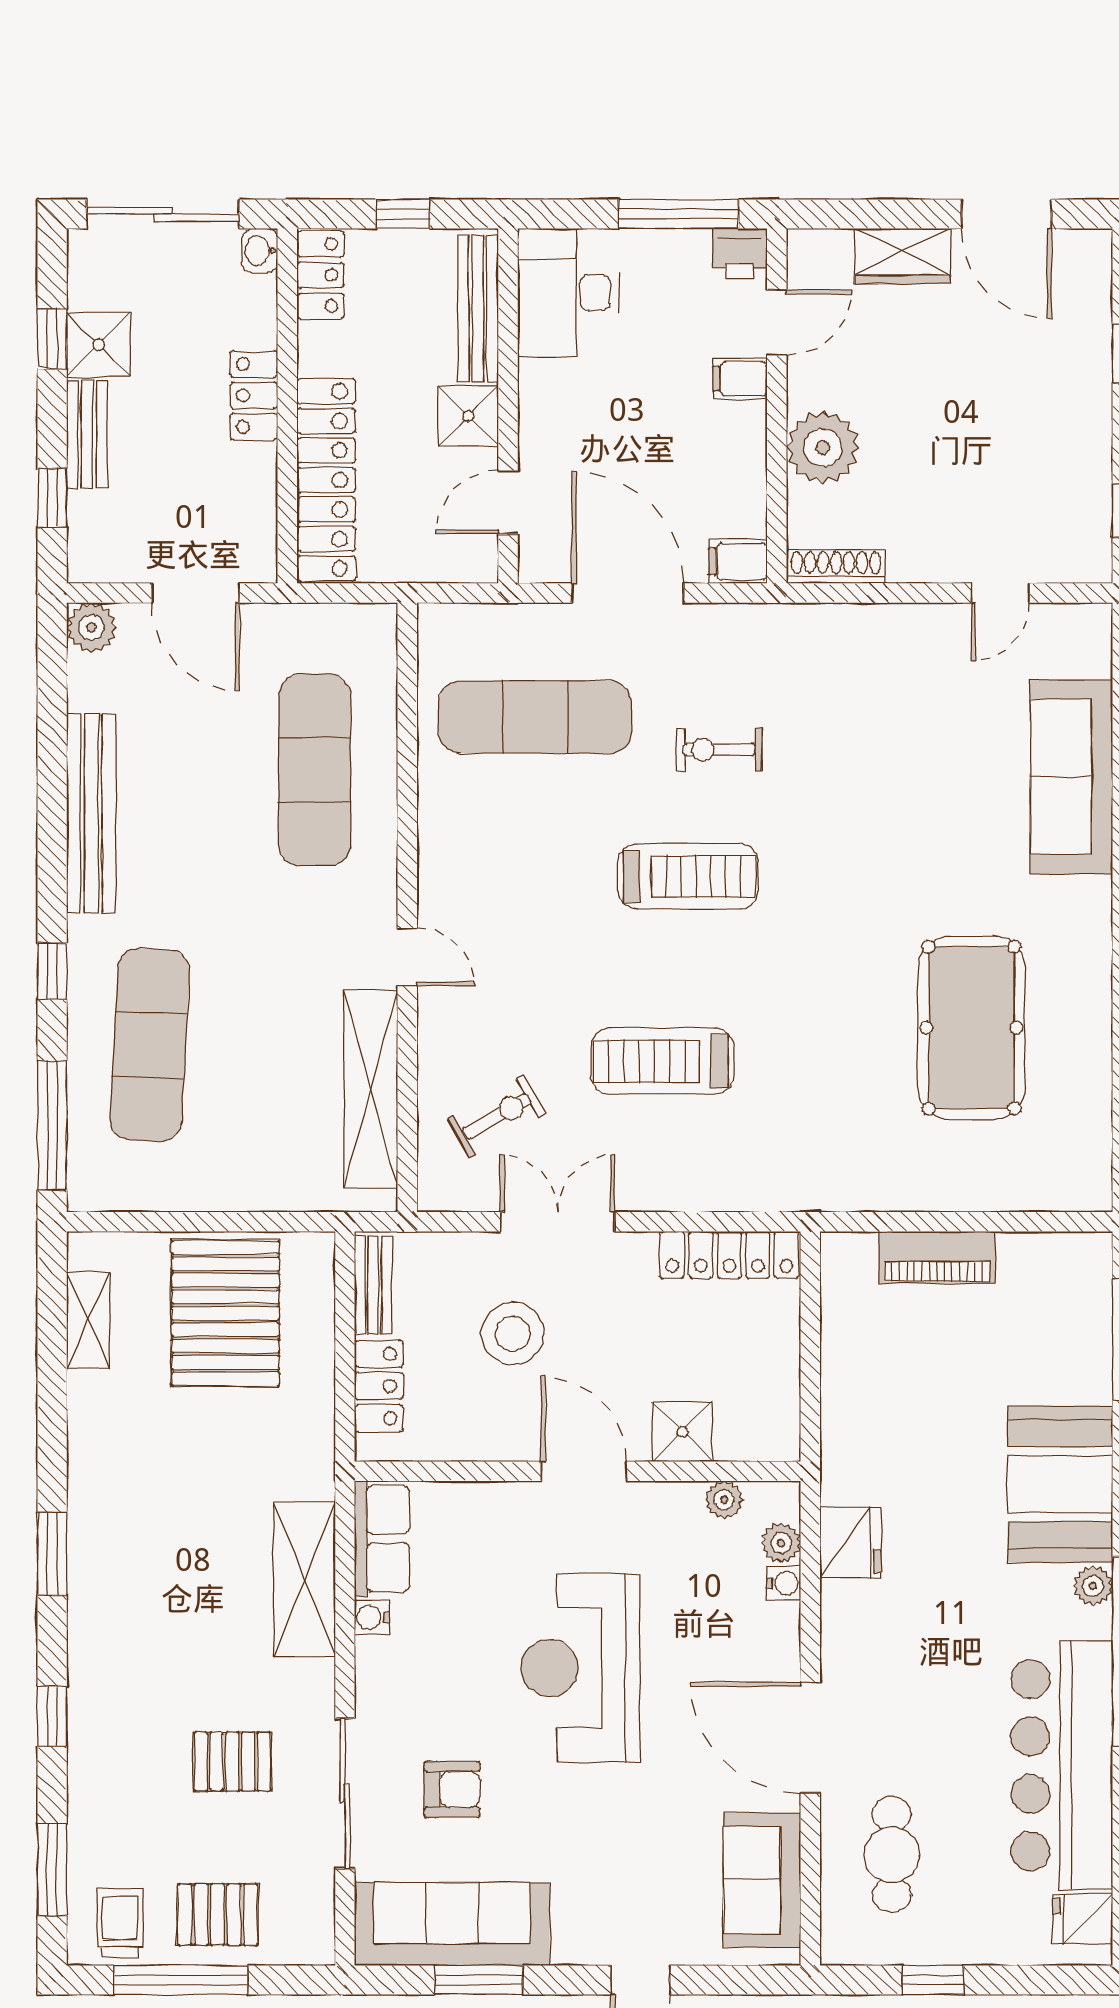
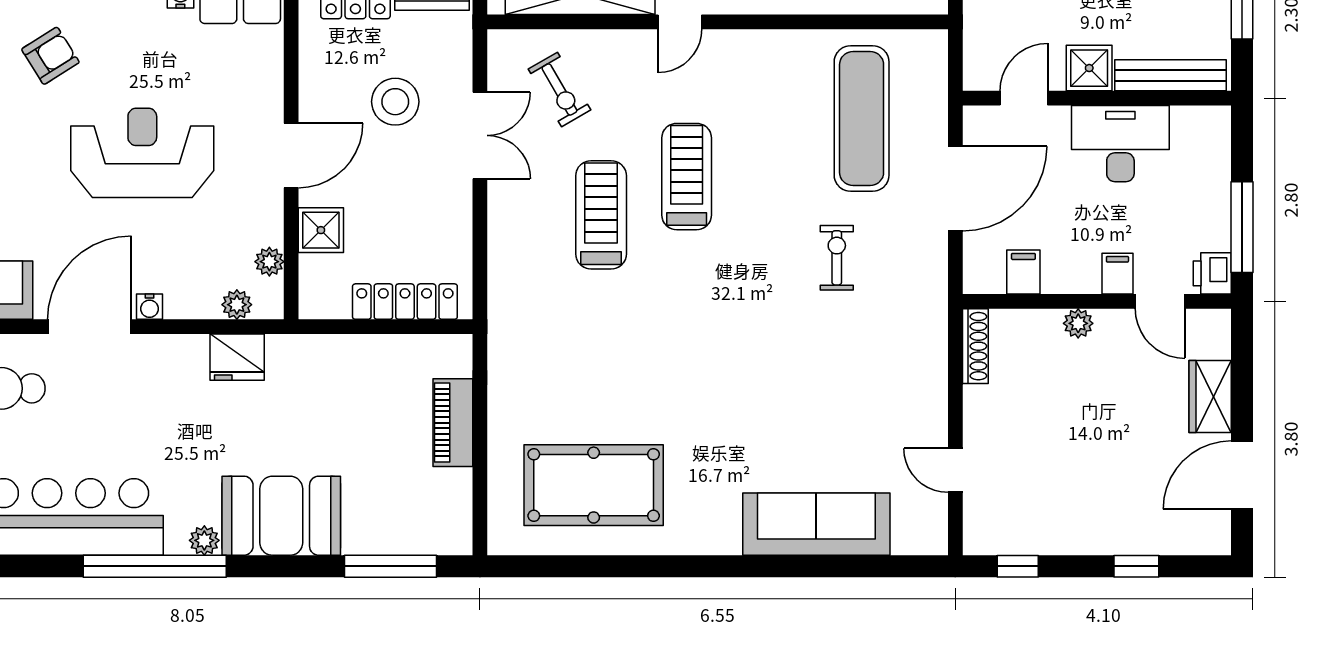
desk: (568, 293) -> (1120, 144), moved
plant: (823, 448) -> (1078, 323), width x0.53, depth x0.53
door: (508, 502) -> (1024, 98), hinge flipped
filing cabinet: (738, 562) -> (1023, 272), moved
treadmill: (688, 876) -> (687, 177), moved, turned 180
pool table: (971, 1028) -> (594, 485), moved
locker: (729, 1255) -> (405, 302), moved, turned 90
water cooler: (784, 1583) -> (150, 307), moved
armchair: (452, 1789) -> (50, 56), turned -122

